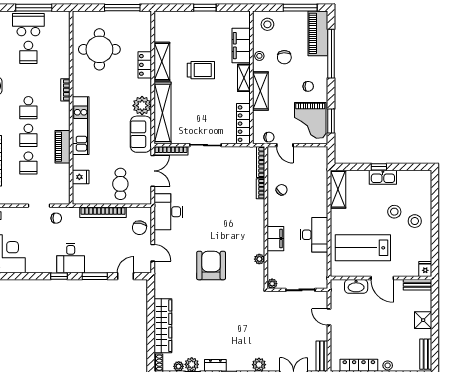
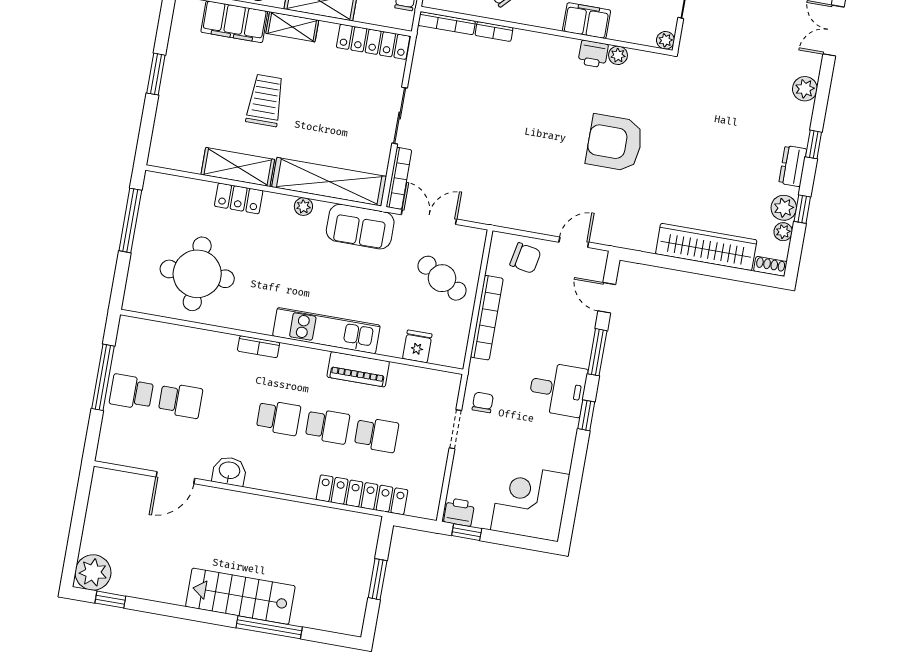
school desk: (28, 25) -> (131, 392), width x0.54
plant: (142, 106) -> (303, 207), width x0.53, depth x0.53
cafe table: (120, 184) -> (442, 278), turned 31
desk: (168, 212) -> (506, 202), removed
printer: (258, 245) -> (593, 54), added

